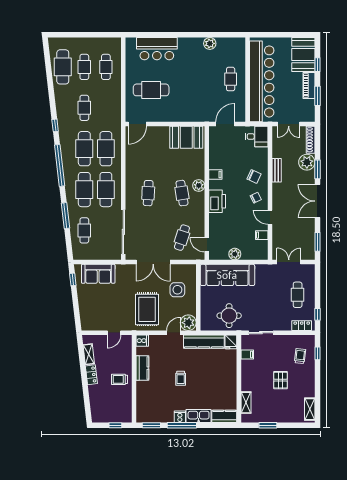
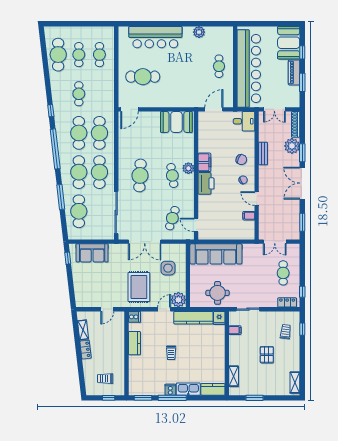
bar counter: (157, 49) -> (155, 37), width x1.36
filing cabinet: (215, 174) -> (204, 162), width x2.00
cafe table: (148, 193) -> (140, 175), width x1.37, depth x1.35
cafe table: (84, 230) -> (79, 211), width x1.37, depth x1.35
plant: (235, 254) -> (223, 234), removed
double door: (289, 262) -> (275, 242), swing flipped
trolley: (119, 379) -> (105, 379), moved

